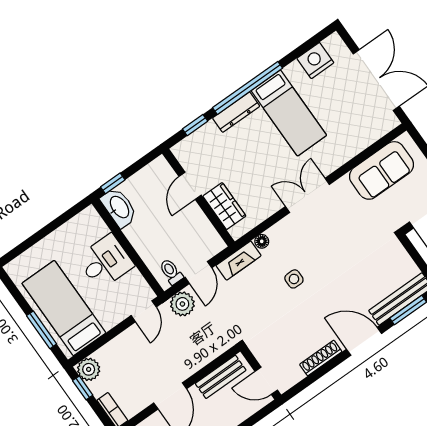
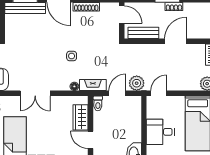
door: (190, 186) -> (91, 140), swing flipped
toilet: (171, 272) -> (98, 103), moved

